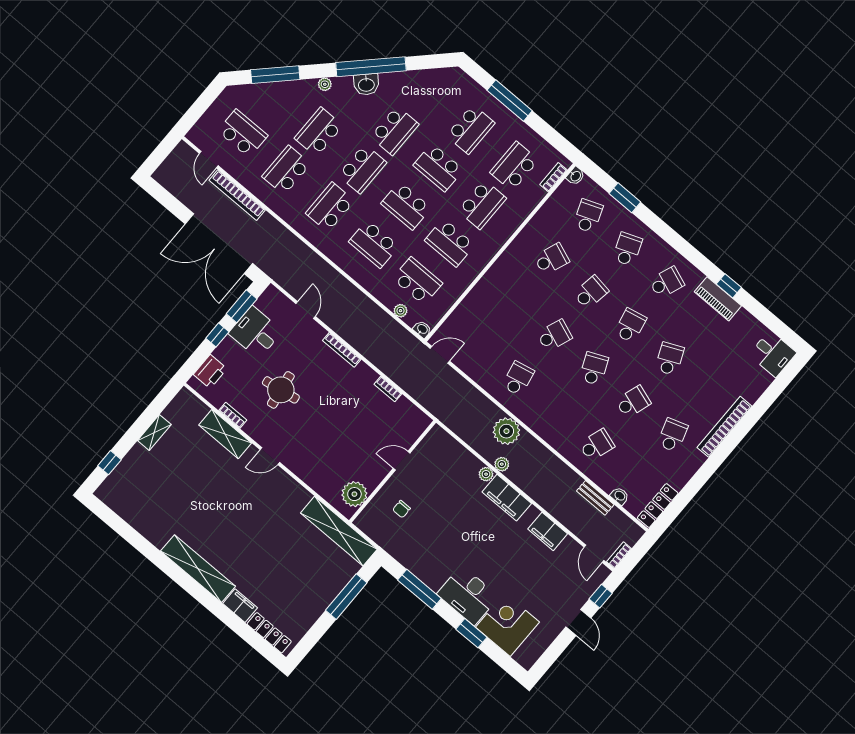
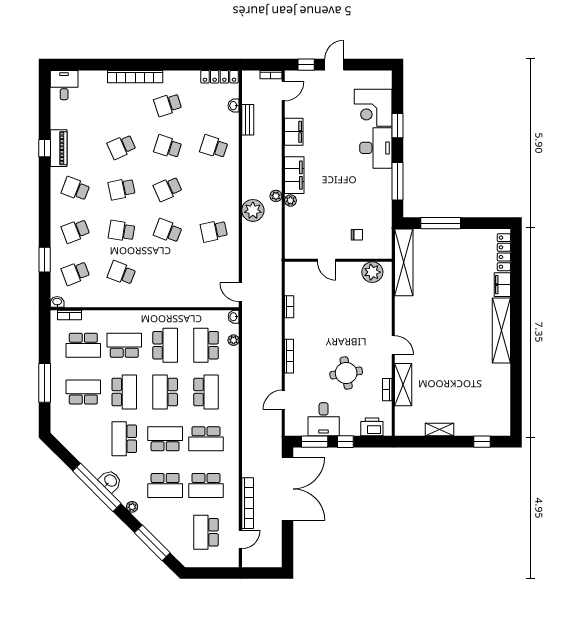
school desk: (395, 131) -> (124, 439), turned -90
school desk: (406, 206) -> (165, 392), turned 180

